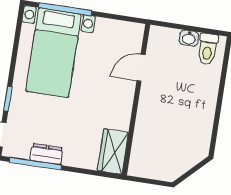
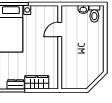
wardrobe: (113, 152) -> (37, 82), moved, turned 90

